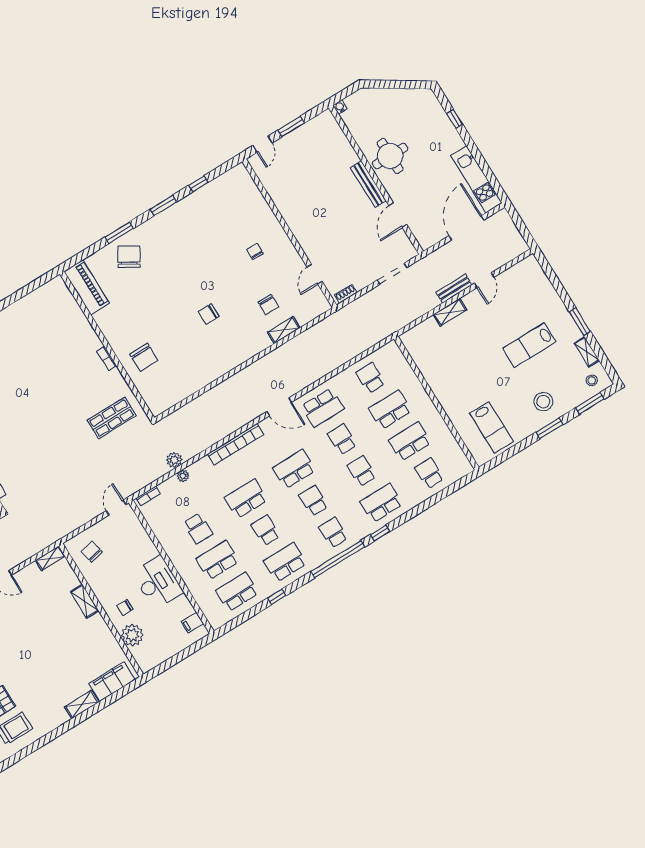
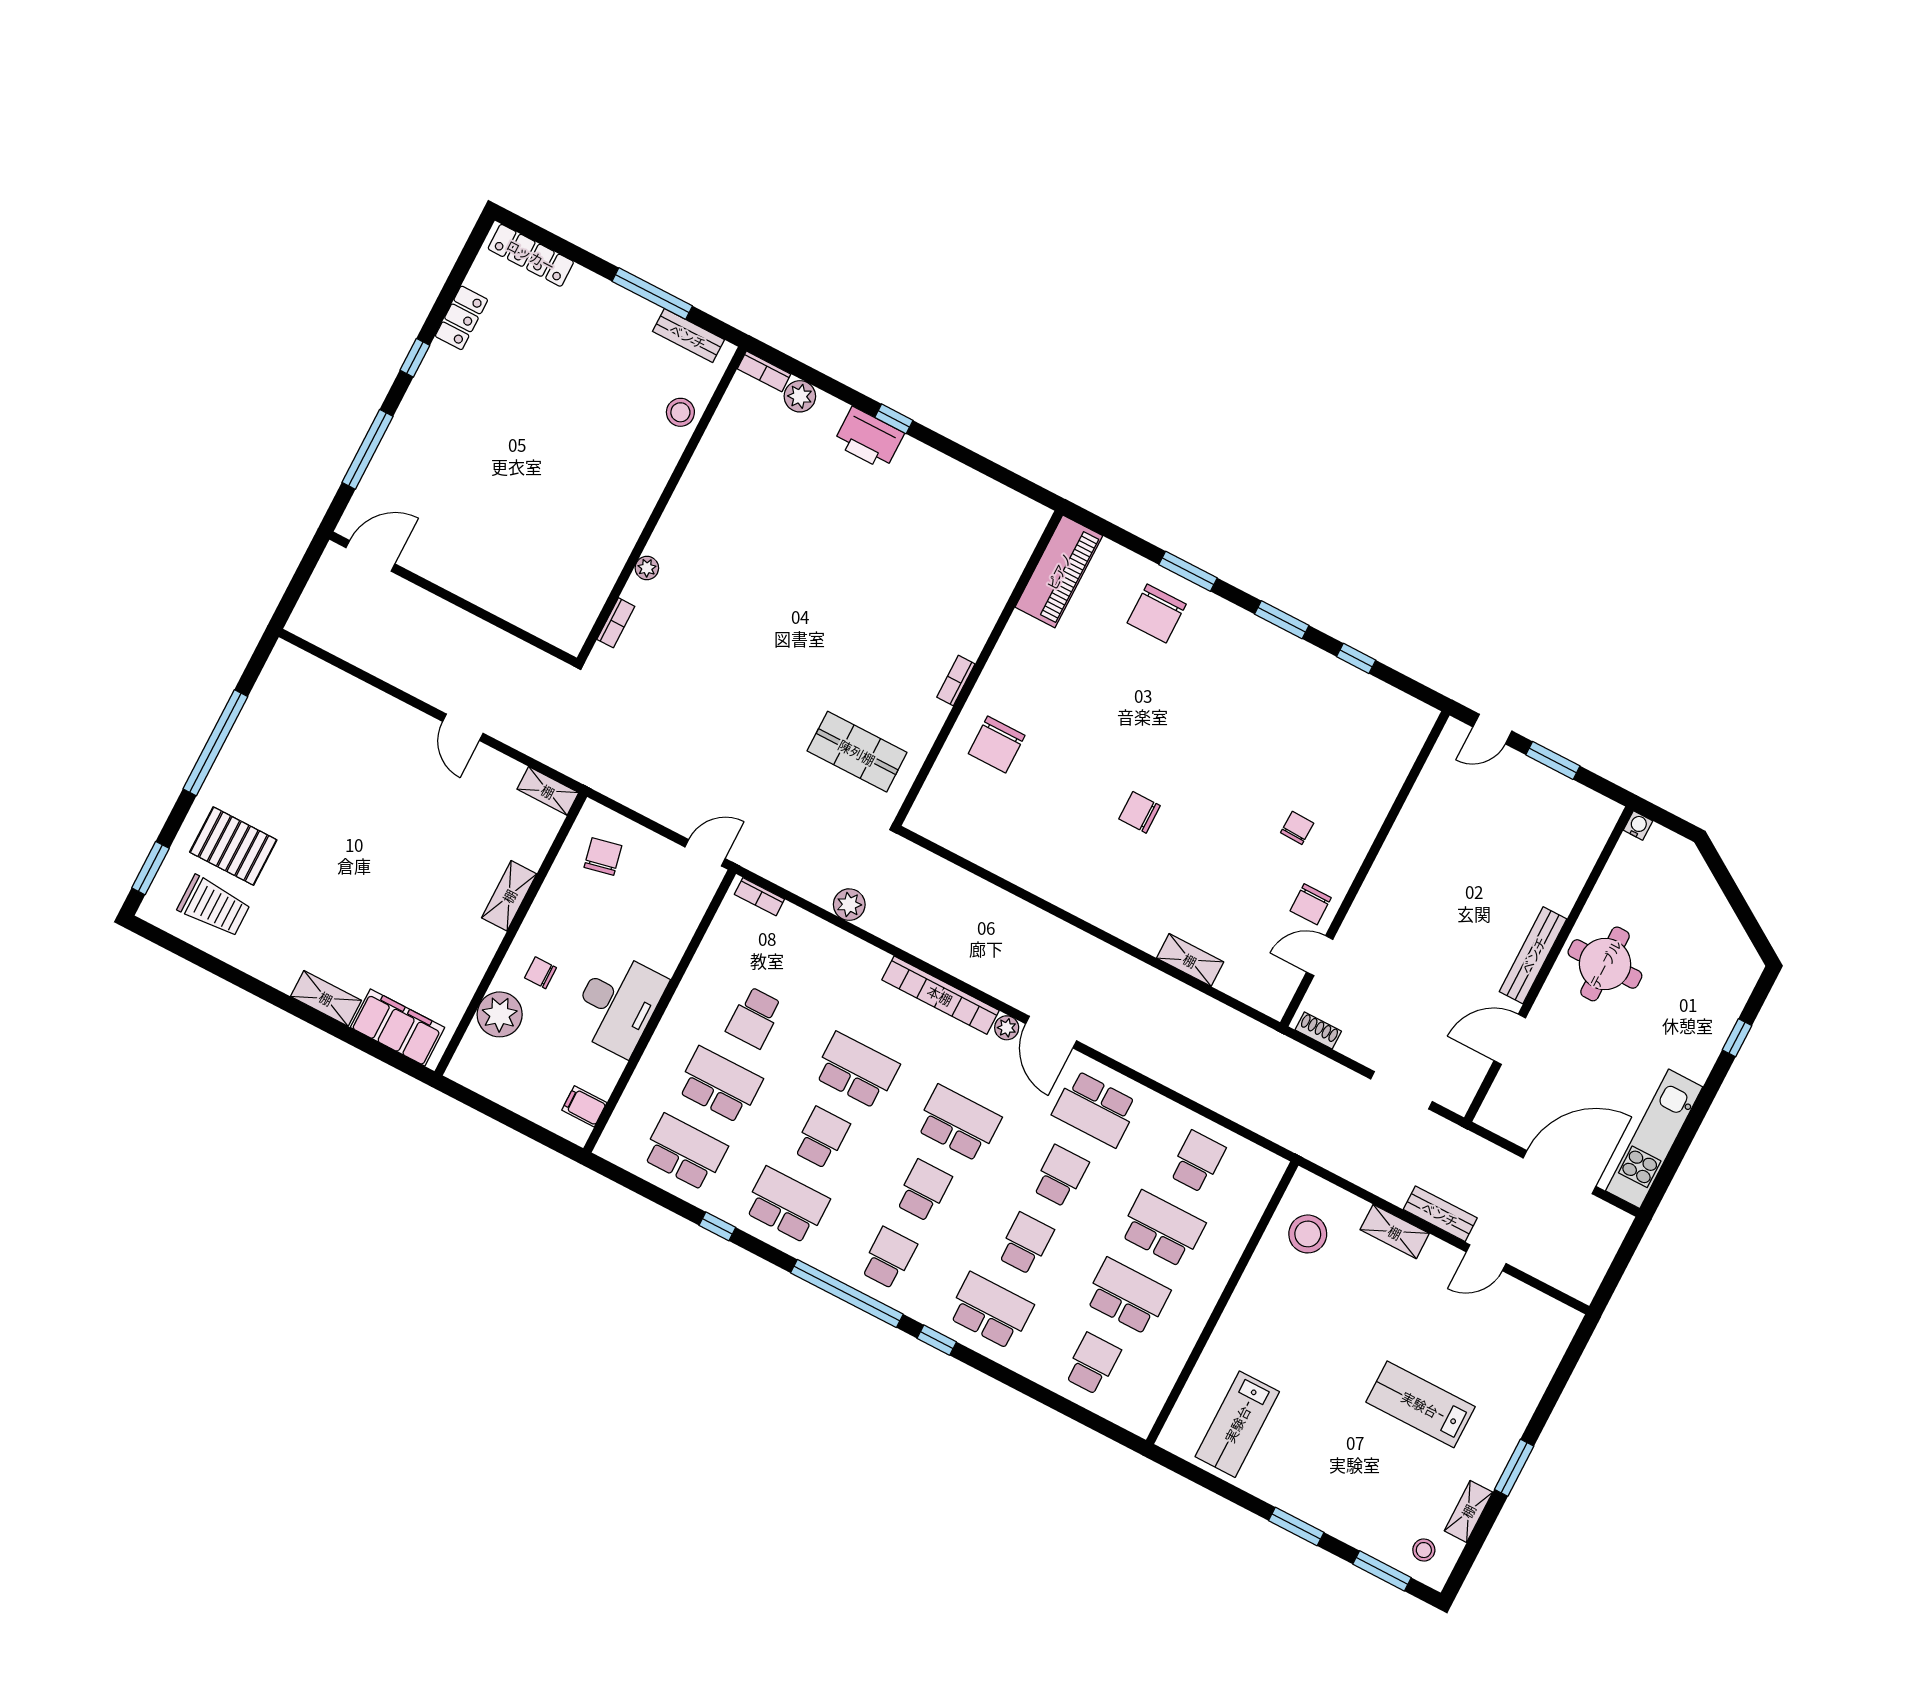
chair: (129, 257) -> (1157, 613), turned 149
chair: (268, 305) -> (1311, 904), moved
stool: (543, 402) -> (1308, 1234), moved
plant: (183, 476) -> (1007, 1028), moved

